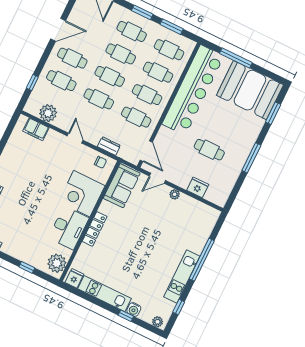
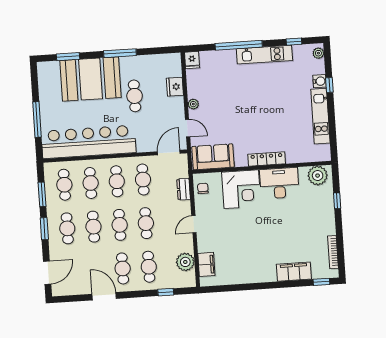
booth: (250, 90) -> (91, 79), moved, turned 90
fridge: (74, 278) -> (192, 60), moved, turned -90

